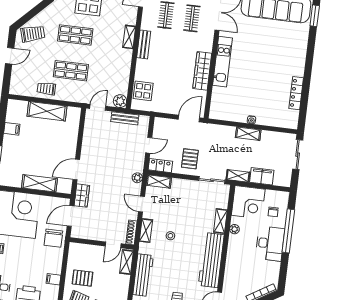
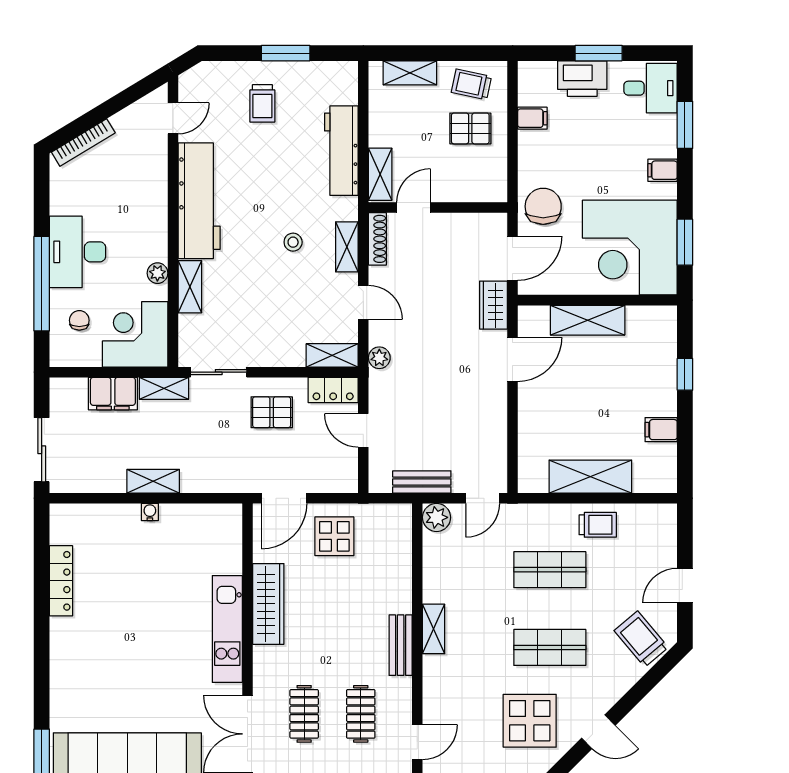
trolley: (33, 34) -> (641, 639), turned 66
shelving: (129, 37) -> (434, 629), moved
display table: (143, 91) -> (334, 536), moved
door: (149, 145) -> (363, 430), hinge flipped
pallet: (190, 159) -> (272, 412), turned 90

